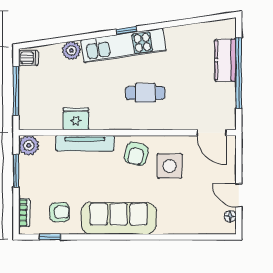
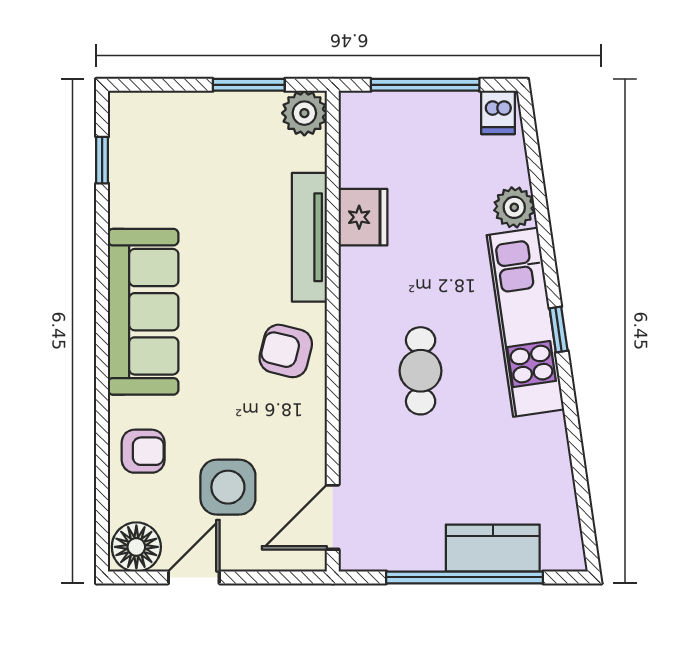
side table: (170, 166) -> (228, 487), moved
armchair: (59, 212) -> (143, 451), moved, turned -90
bookcase: (24, 213) -> (156, 103), removed
floor lamp: (230, 216) -> (136, 547), width x1.89, depth x1.89

